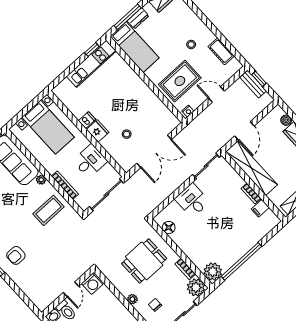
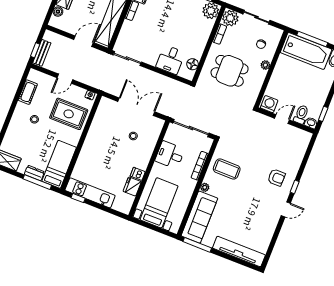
door: (216, 94) -> (65, 79), hinge flipped
fridge: (98, 131) -> (132, 186), moved
desk: (192, 200) -> (170, 60), moved

